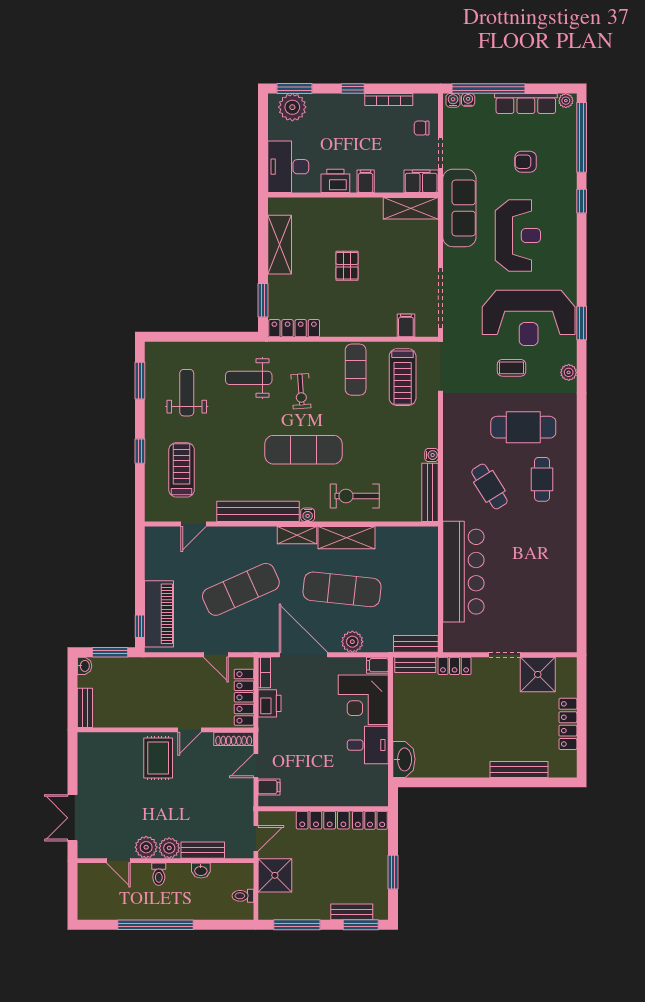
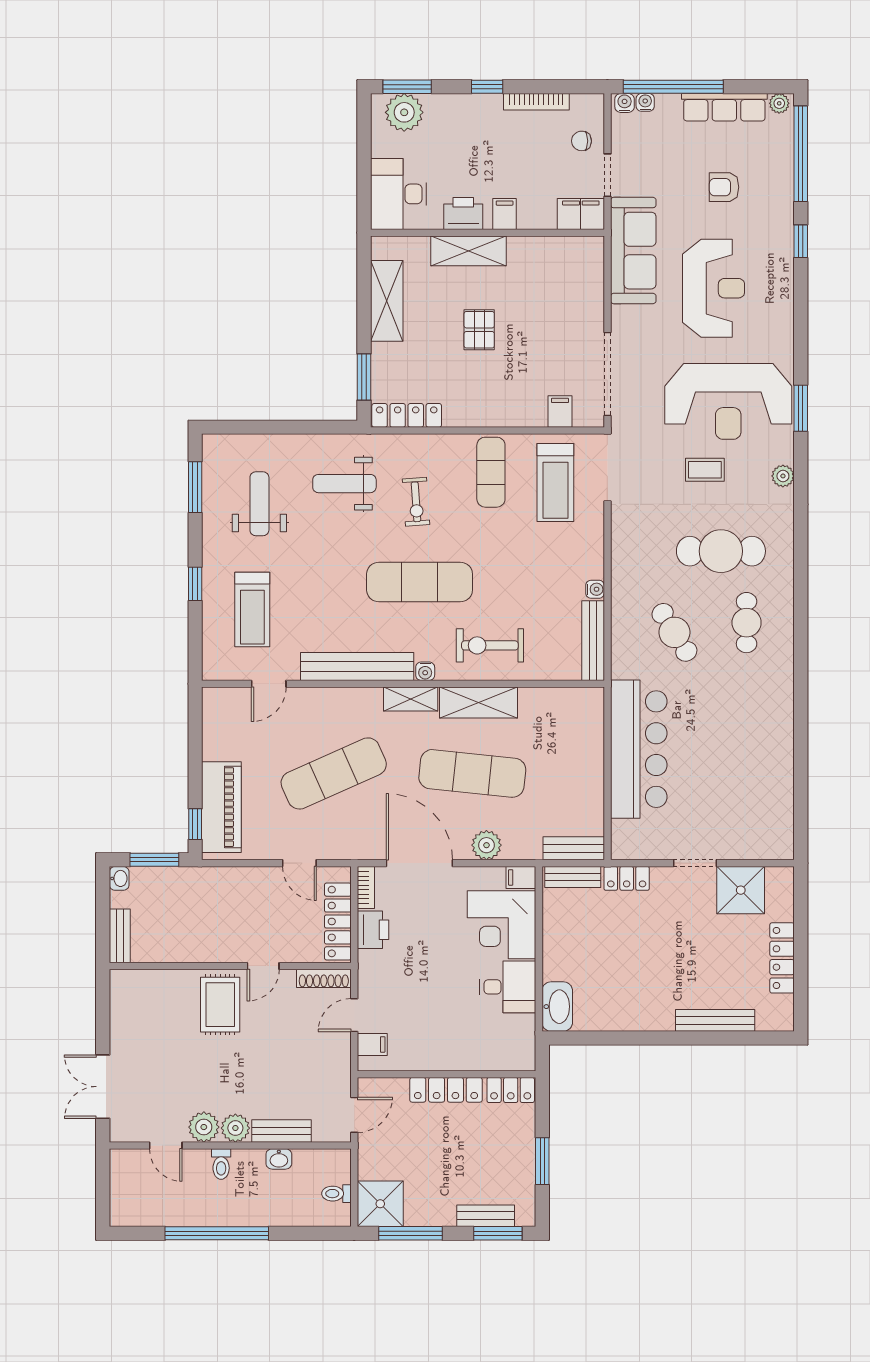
shelving: (411, 208) -> (469, 251), moved
treadmill: (182, 470) -> (252, 610), turned 180
shower: (275, 875) -> (380, 1204), moved

